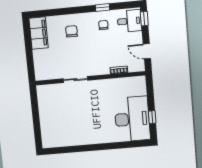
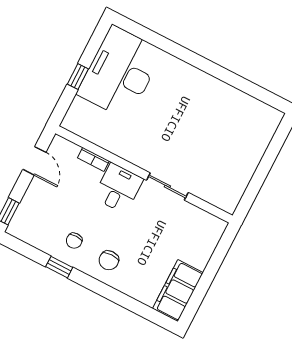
desk: (129, 21) -> (118, 188), moved, turned 90
chair: (72, 31) -> (109, 260), moved
window: (152, 117) -> (78, 76), moved

